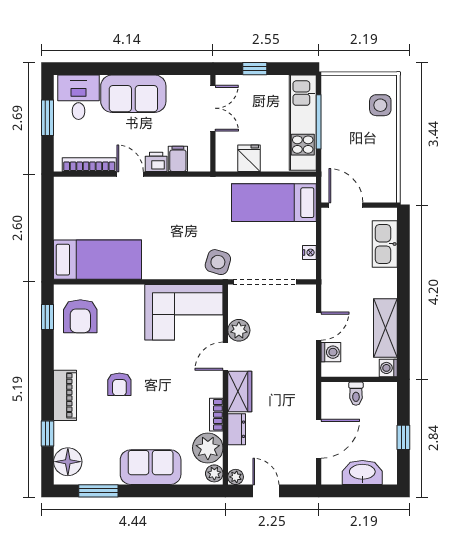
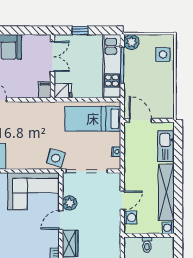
plant: (333, 86) -> (131, 42), added
fridge: (249, 158) -> (63, 91), moved, turned 90
filing cabinet: (178, 159) -> (45, 90), moved
printer: (156, 162) -> (15, 92), removed
shelving: (385, 328) -> (166, 192), width x1.47

